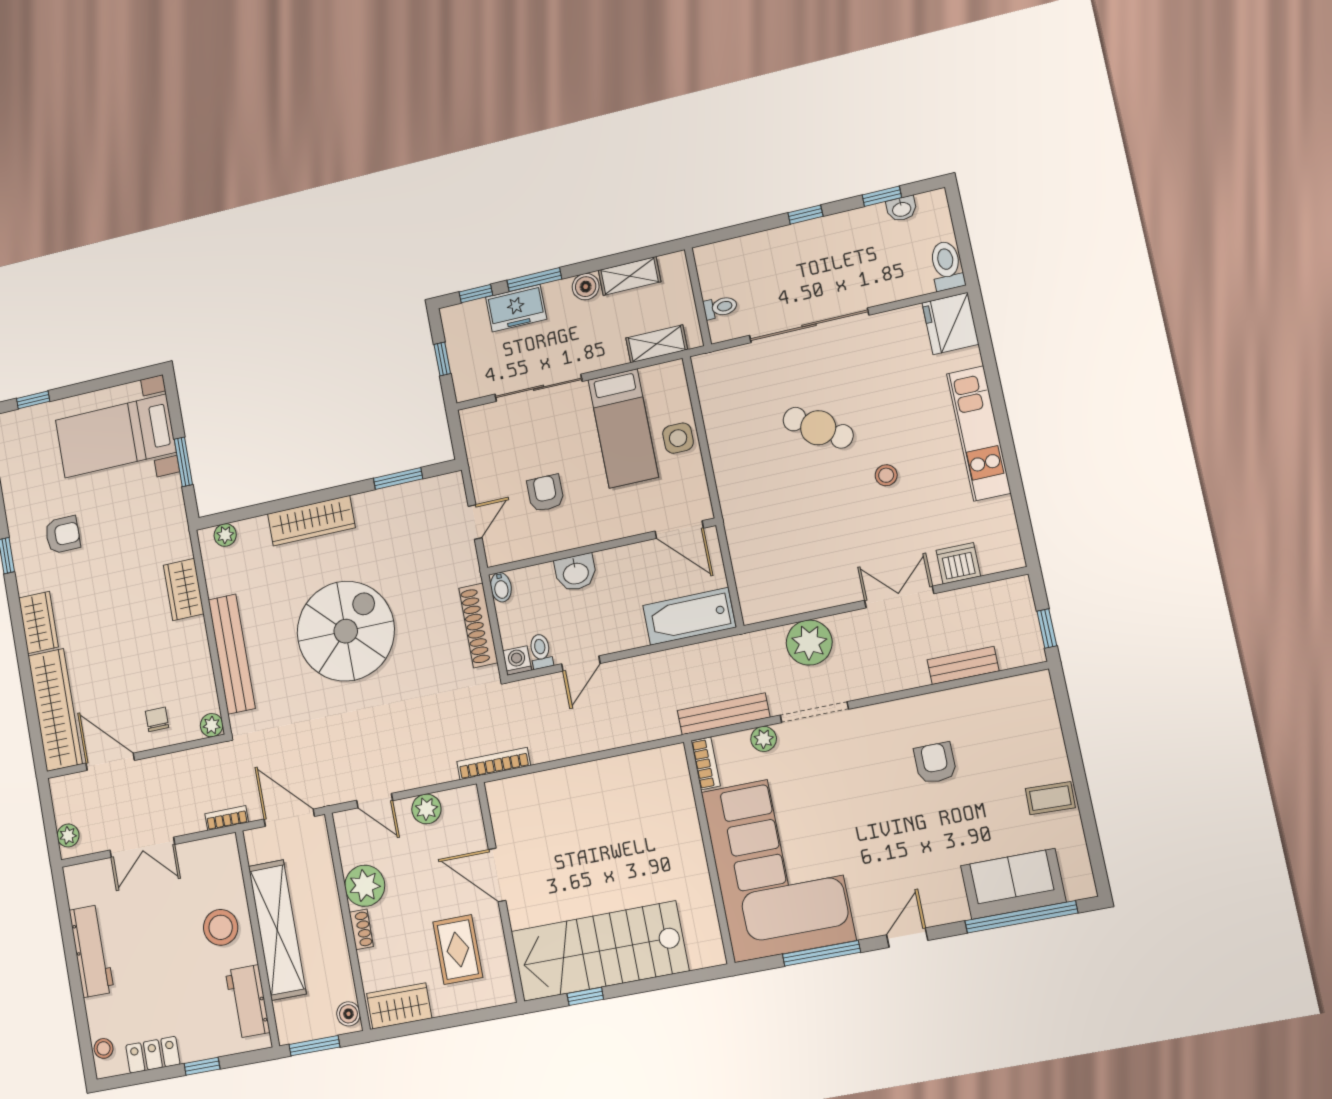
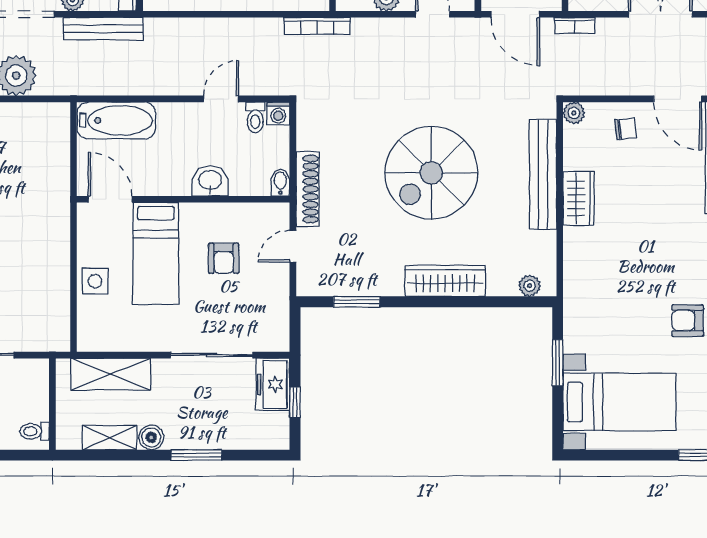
window: (476, 294) -> (253, 455), removed
toilet: (720, 307) -> (34, 431), moved
freezer: (516, 308) -> (273, 384), moved, turned -90
shelving: (657, 344) -> (111, 374), width x1.50, depth x1.33
bed: (623, 428) -> (156, 254), moved, turned 180
wardrobe: (184, 589) -> (579, 198), moved
shoe rack: (478, 625) -> (308, 189), moved
chair: (157, 719) -> (625, 129), turned -96

